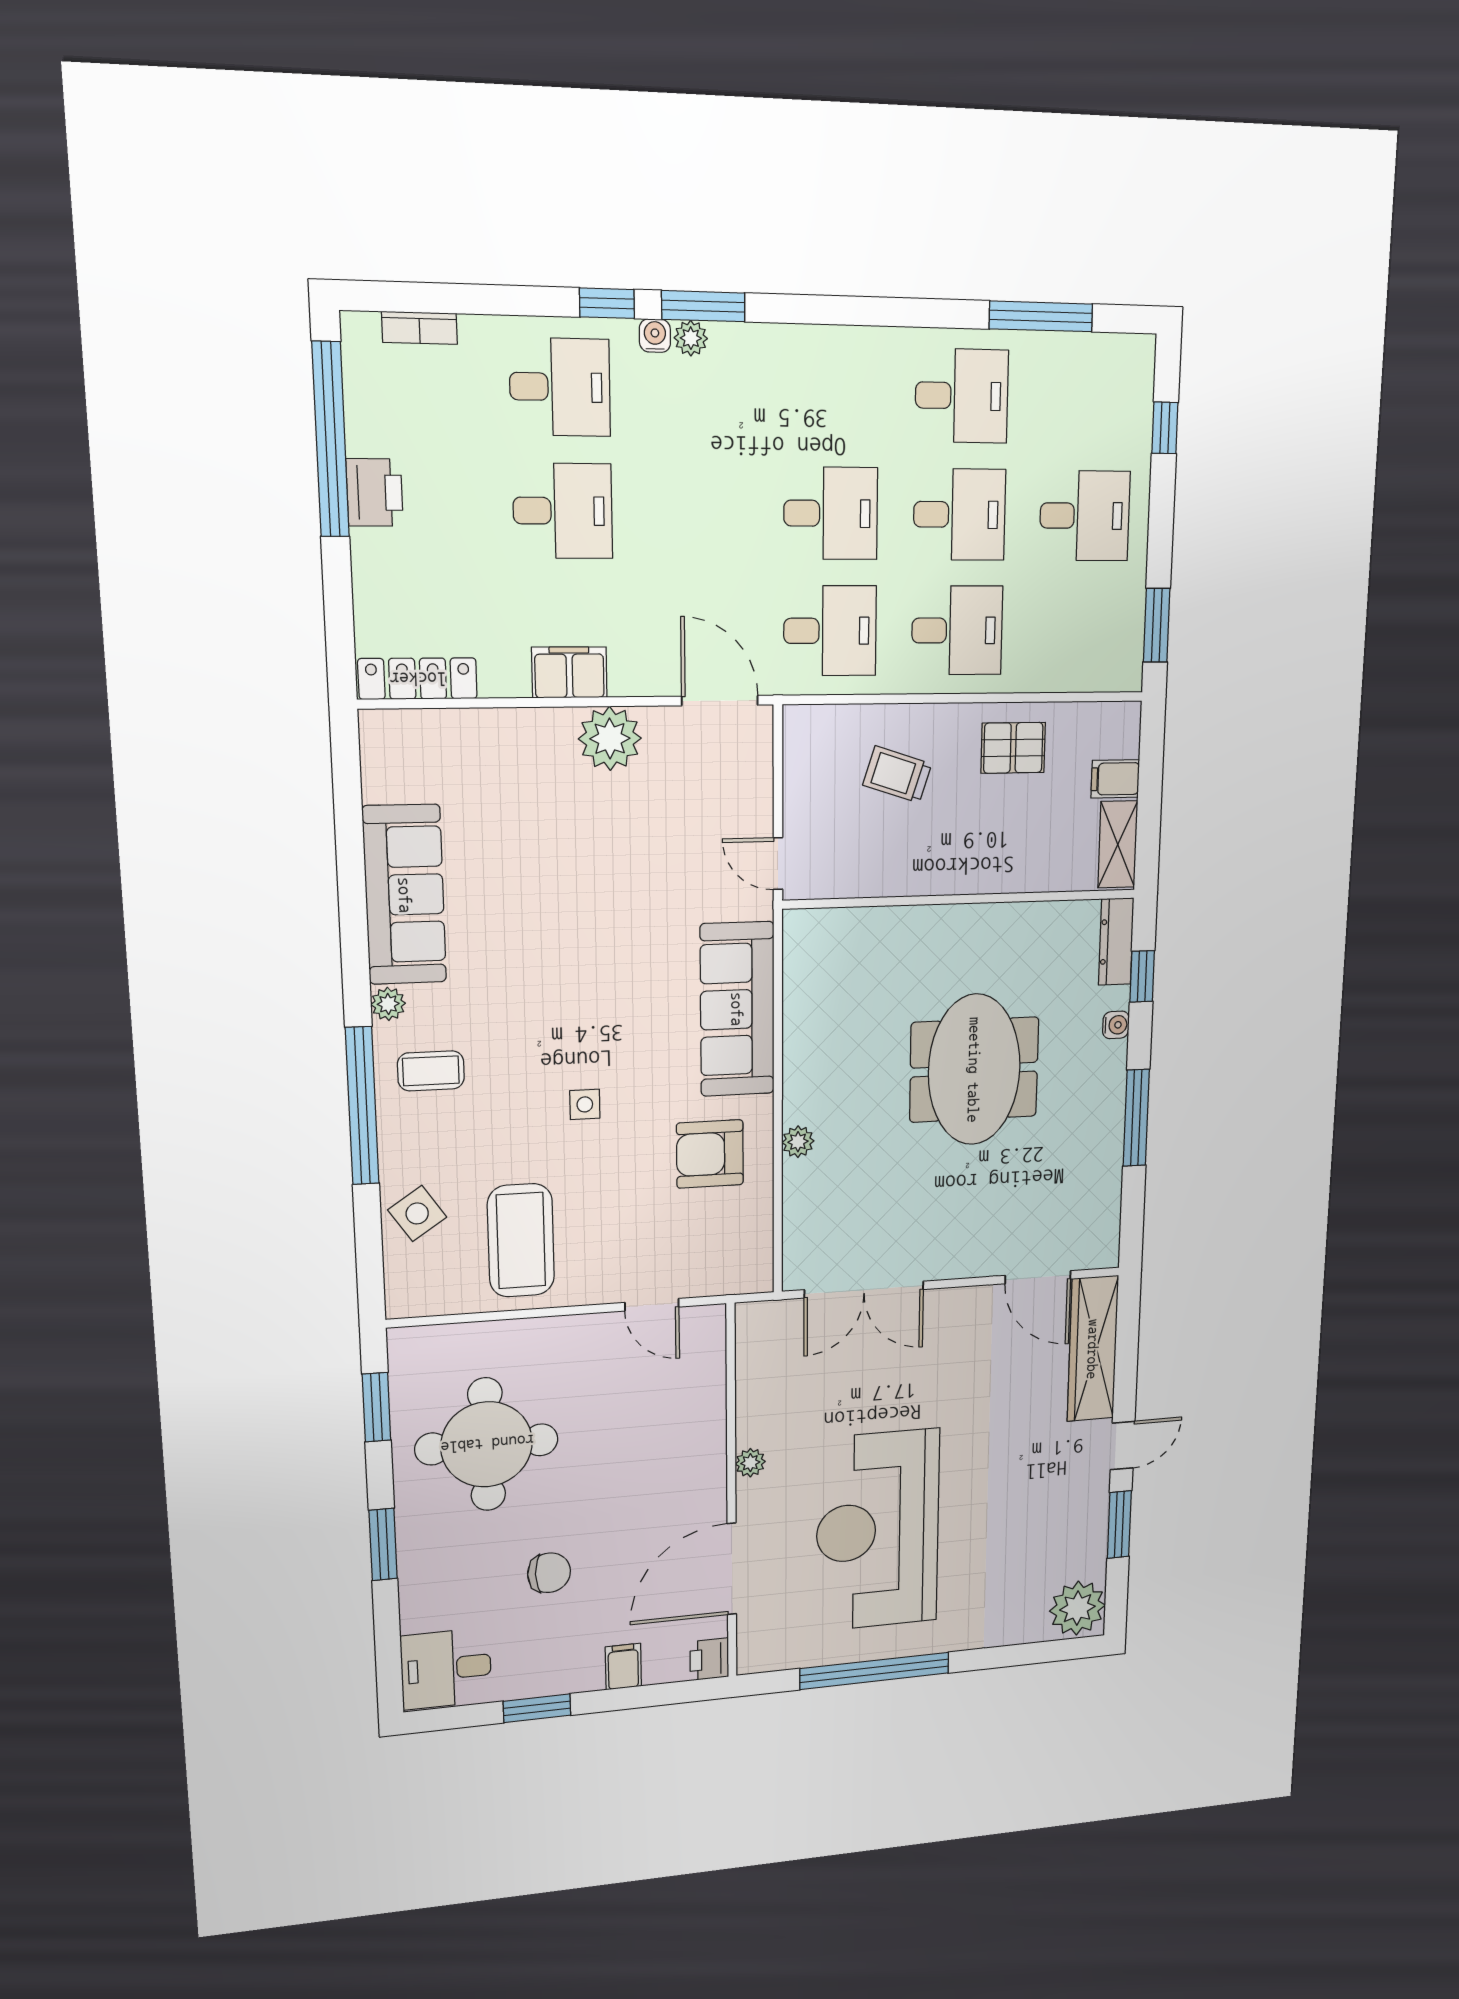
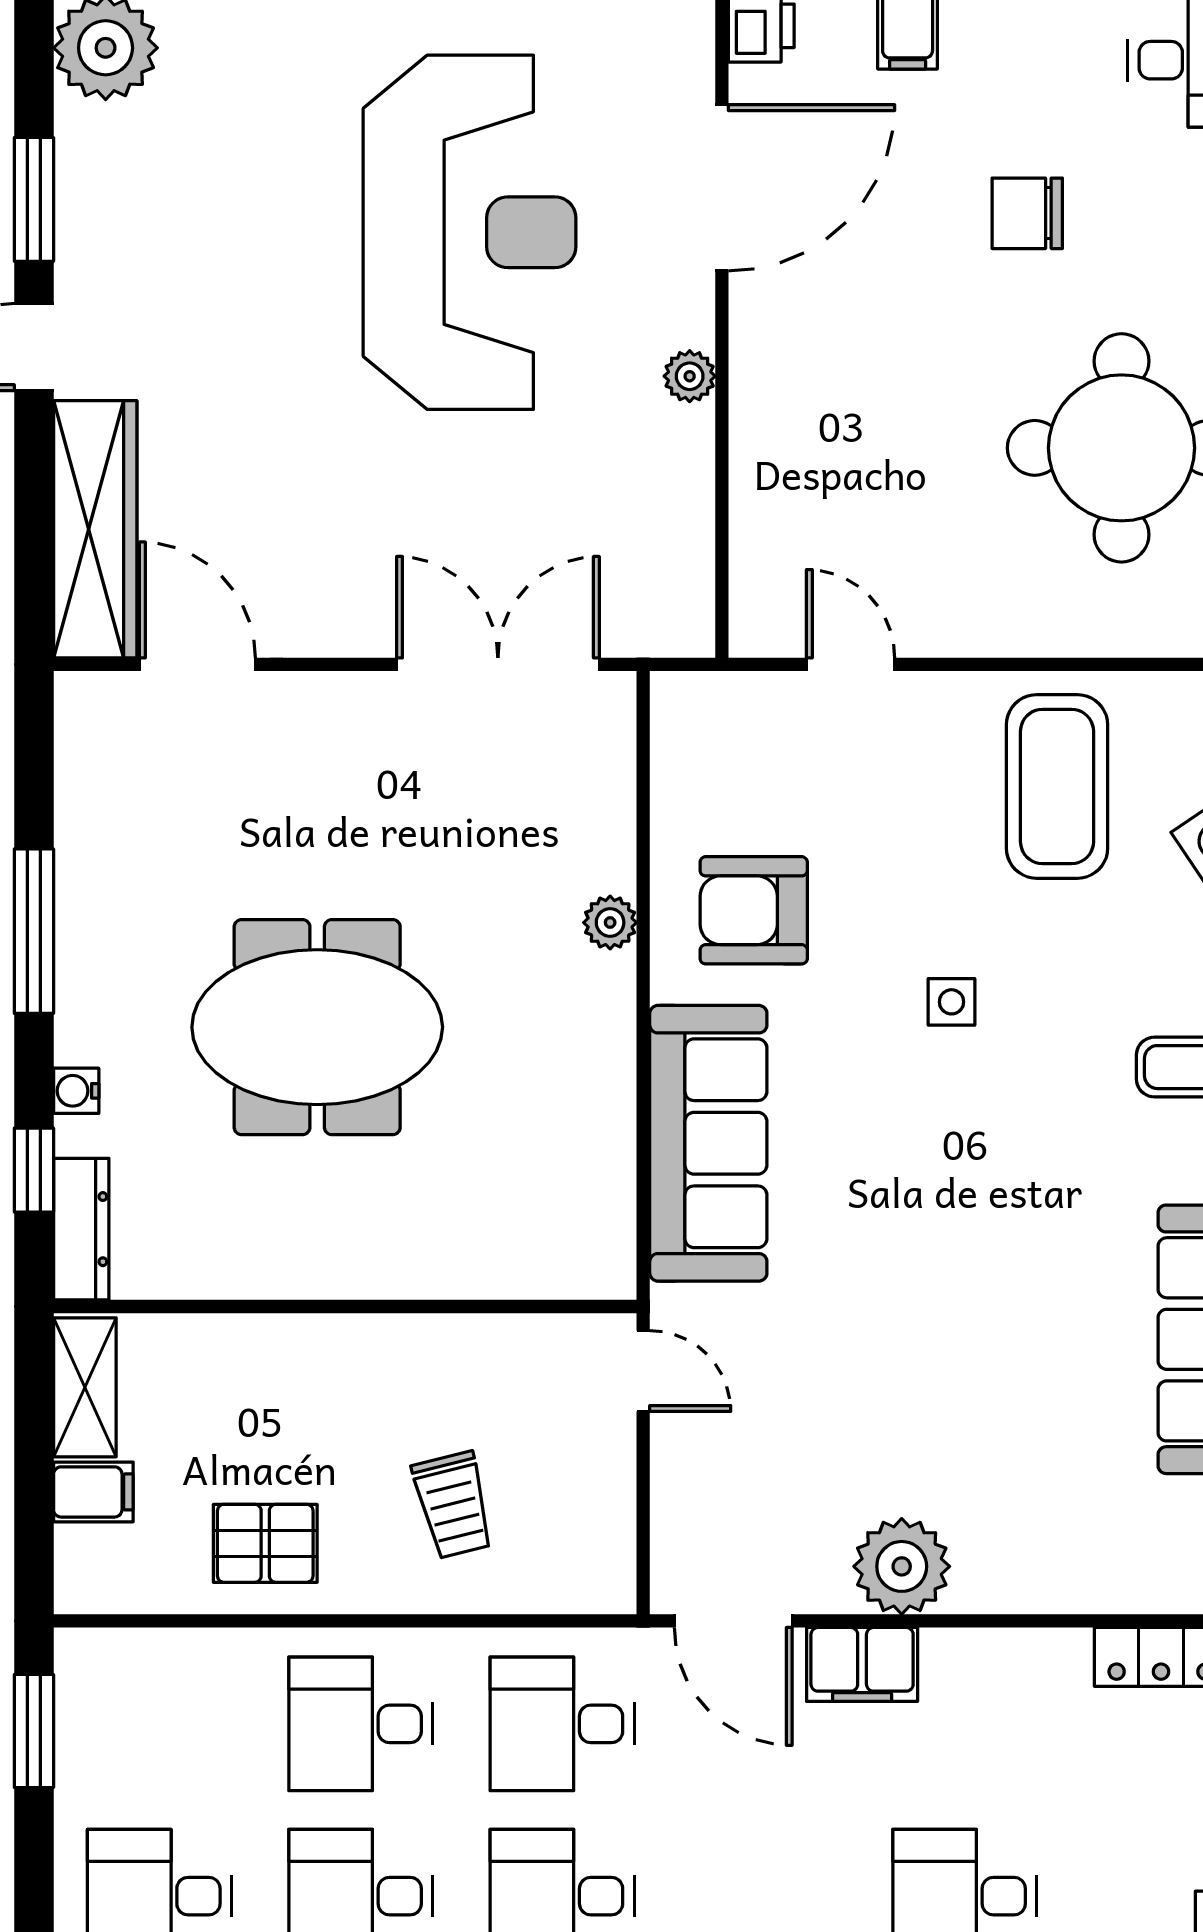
filing cabinet: (569, 672) -> (862, 1664), moved
trolley: (897, 775) -> (453, 1505), turned 58
meeting table: (974, 1070) -> (317, 1027), turned 90
armchair: (710, 1154) -> (754, 910), turned 180

